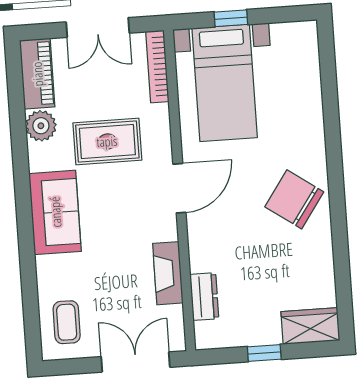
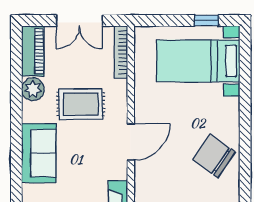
window: (231, 18) -> (207, 21), moved
bed with nightstands: (225, 83) -> (198, 61), moved, turned 90

